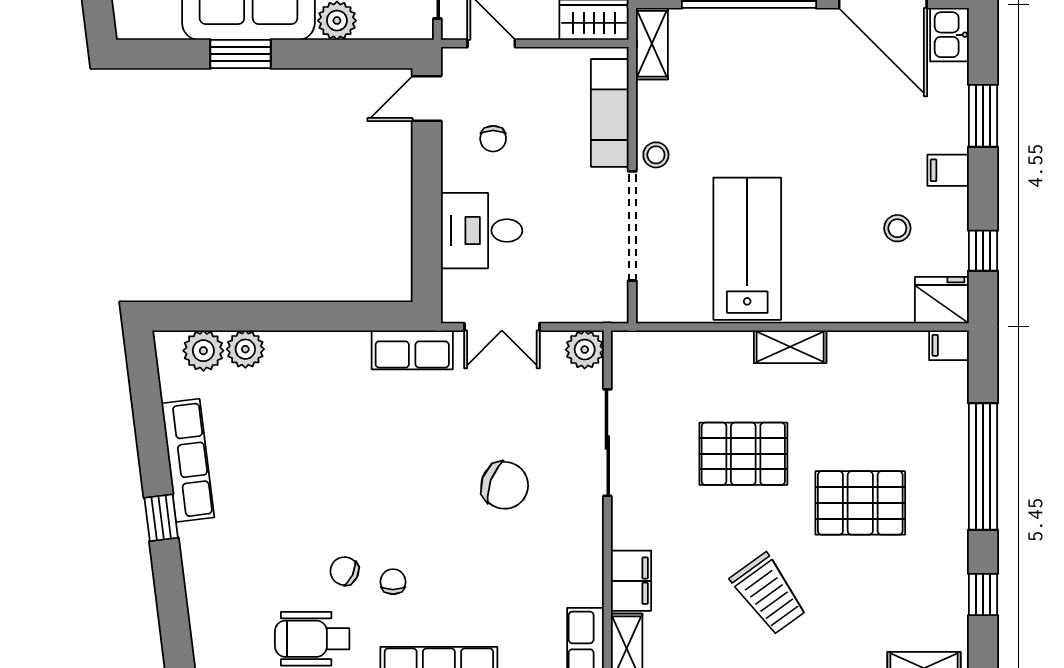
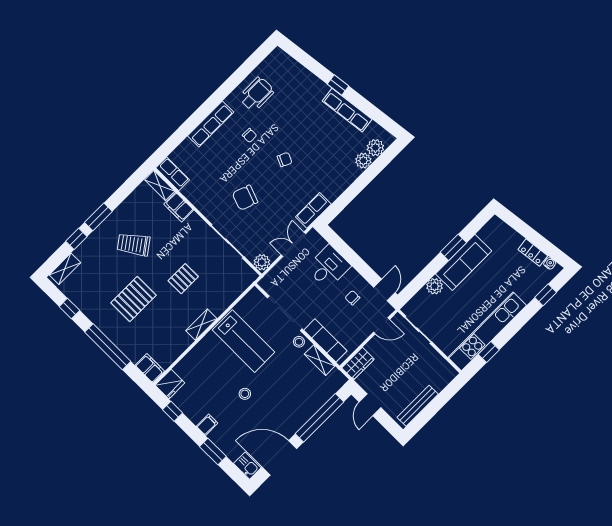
shelving: (652, 44) -> (320, 360), moved
stool: (897, 228) -> (245, 394), moved
filing cabinet: (949, 345) -> (150, 368), width x2.00
pallet: (743, 454) -> (183, 279), width x0.67, depth x0.71
chair: (344, 571) -> (285, 160), moved

